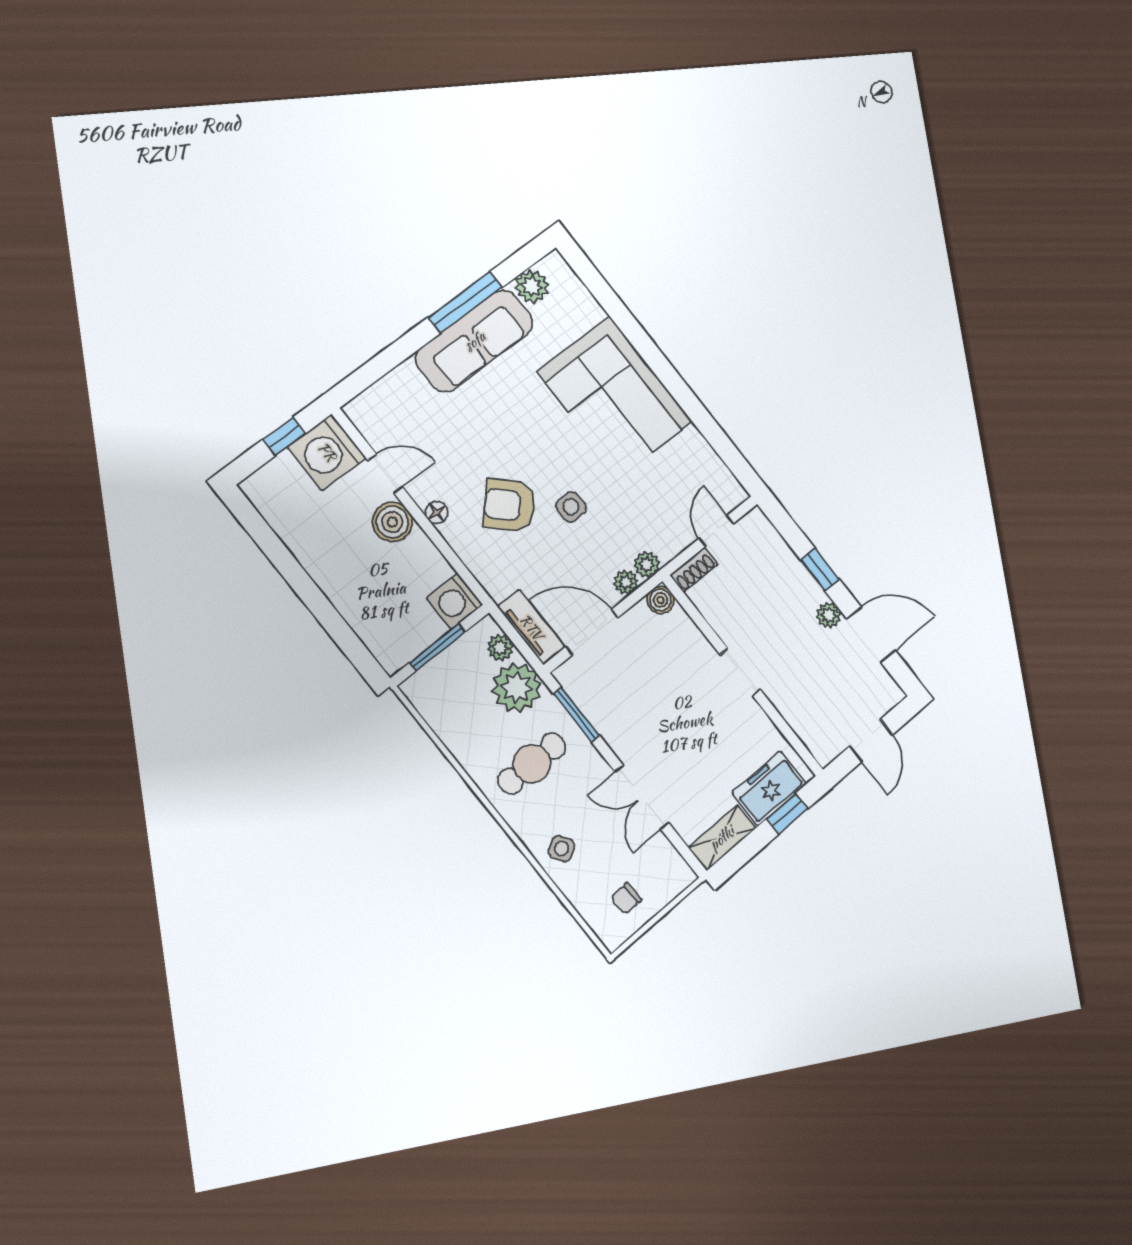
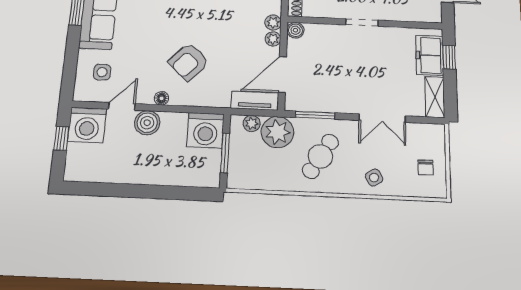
side table: (571, 507) -> (102, 72), moved
washing machine: (455, 601) -> (205, 130), width x1.37, depth x1.37
cafe table: (532, 764) -> (320, 156), turned 32

